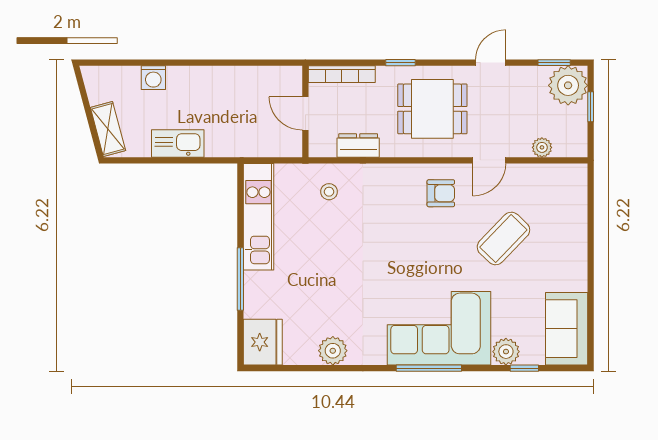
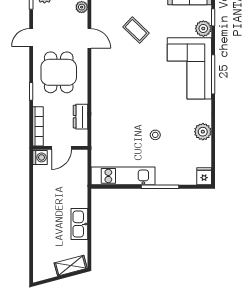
door: (491, 63) -> (31, 38), hinge flipped
washing machine: (153, 78) -> (40, 157), moved
stool: (329, 192) -> (155, 135), moved
armchair: (441, 193) -> (109, 67), removed
coffee table: (503, 238) -> (136, 30), width x0.73, depth x0.77
fridge: (263, 342) -> (204, 176), width x0.53, depth x0.75

